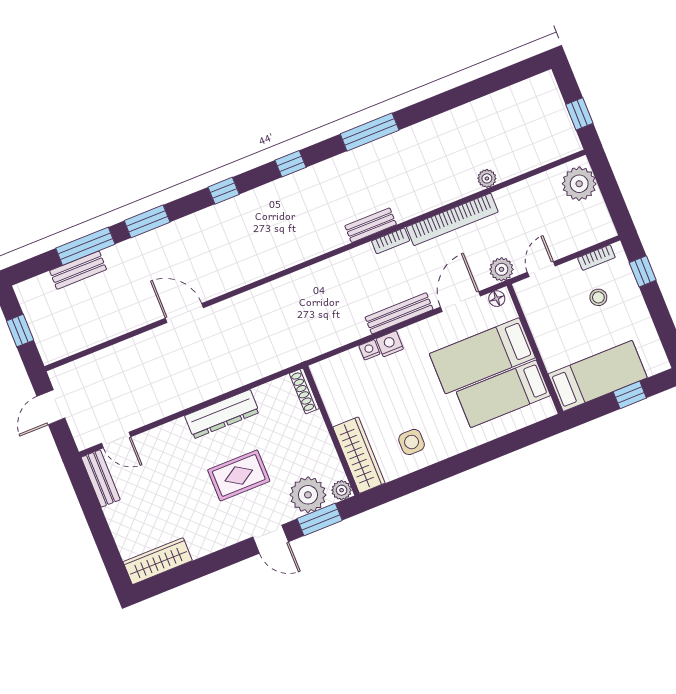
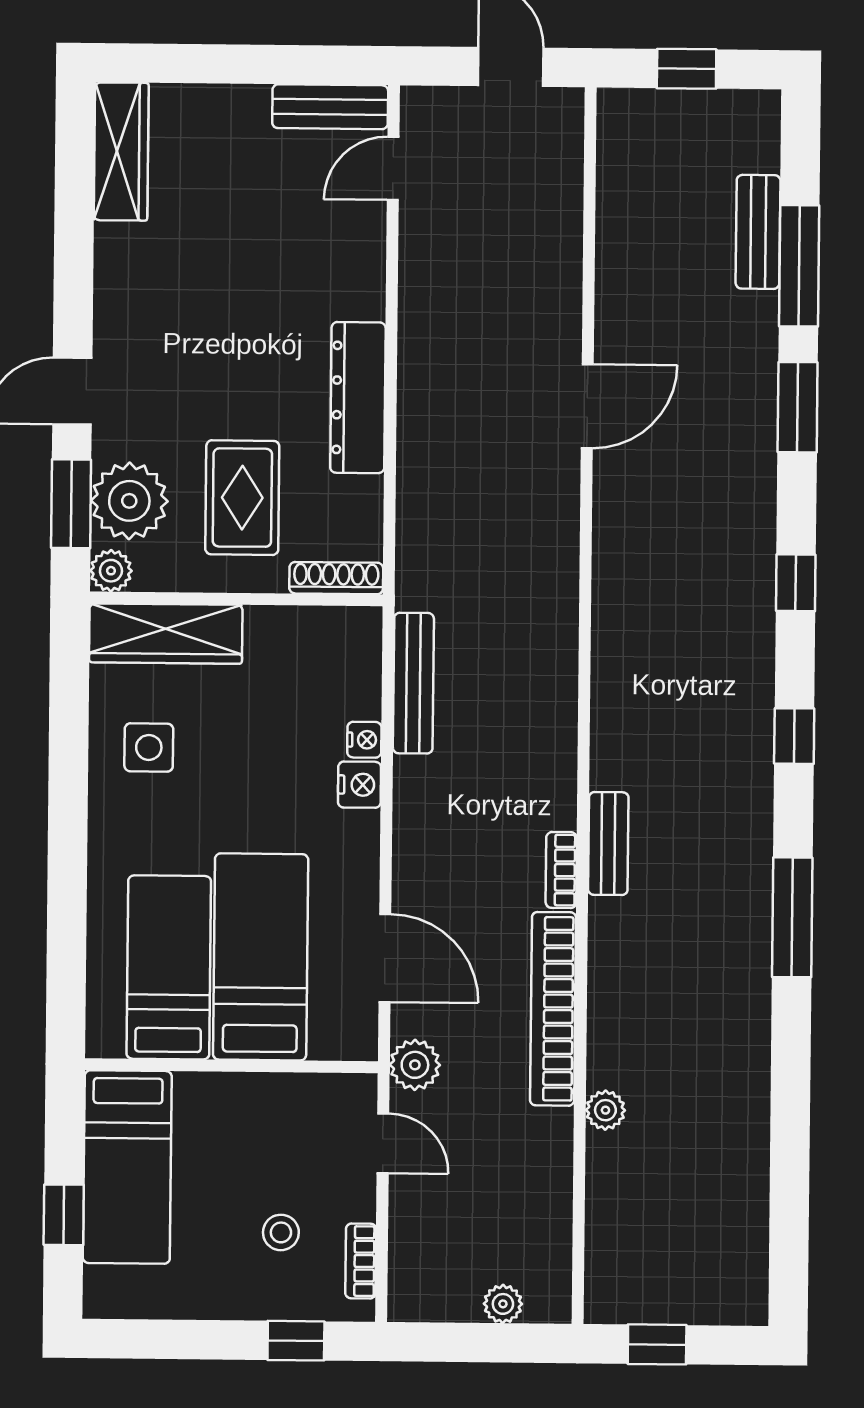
plant: (579, 184) -> (503, 1304), width x0.53, depth x0.53
floor lamp: (497, 299) -> (361, 1032), removed
bench: (399, 313) -> (413, 683), moved
rug: (239, 475) -> (242, 498), moved

